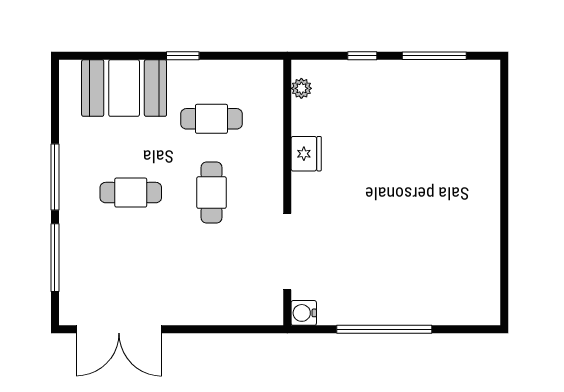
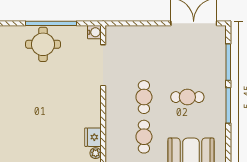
cafe table: (211, 119) -> (144, 137), turned 90
fridge: (306, 154) -> (93, 137), moved
round table: (399, 291) -> (43, 44), added

